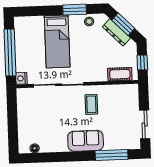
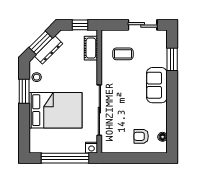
bed: (57, 41) -> (56, 110), width x1.50
coffee table: (91, 104) -> (123, 54), moved
armchair: (34, 127) -> (141, 136), added
window: (112, 155) -> (172, 59), width x0.69

